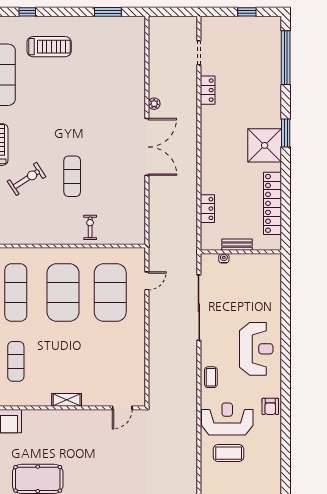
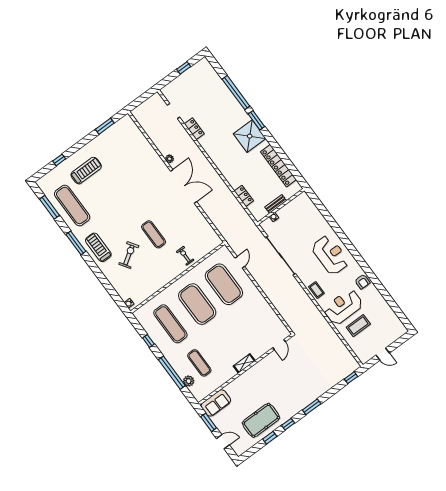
window: (286, 58) -> (236, 93), moved

